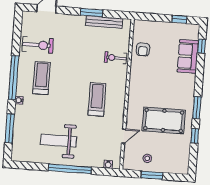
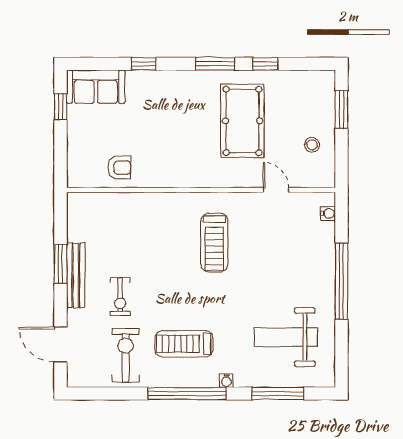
bench: (104, 22) -> (76, 275), moved
window: (202, 46) -> (144, 64), moved
sofa: (188, 56) -> (96, 87), moved
exercise bike: (116, 58) -> (120, 297), moved
treadmill: (97, 99) -> (214, 243), turned -90
weight bench: (59, 141) -> (286, 337), moved, turned 90
window: (152, 175) -> (341, 109), moved

